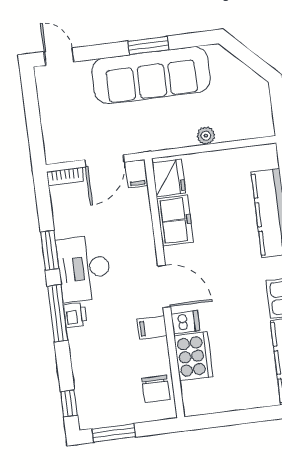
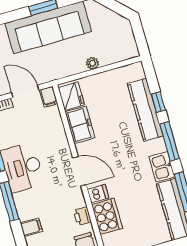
door: (105, 161) -> (25, 91), swing flipped
printer: (75, 315) -> (82, 216), moved, turned 180
filing cabinet: (152, 328) -> (31, 227), moved, turned 180

